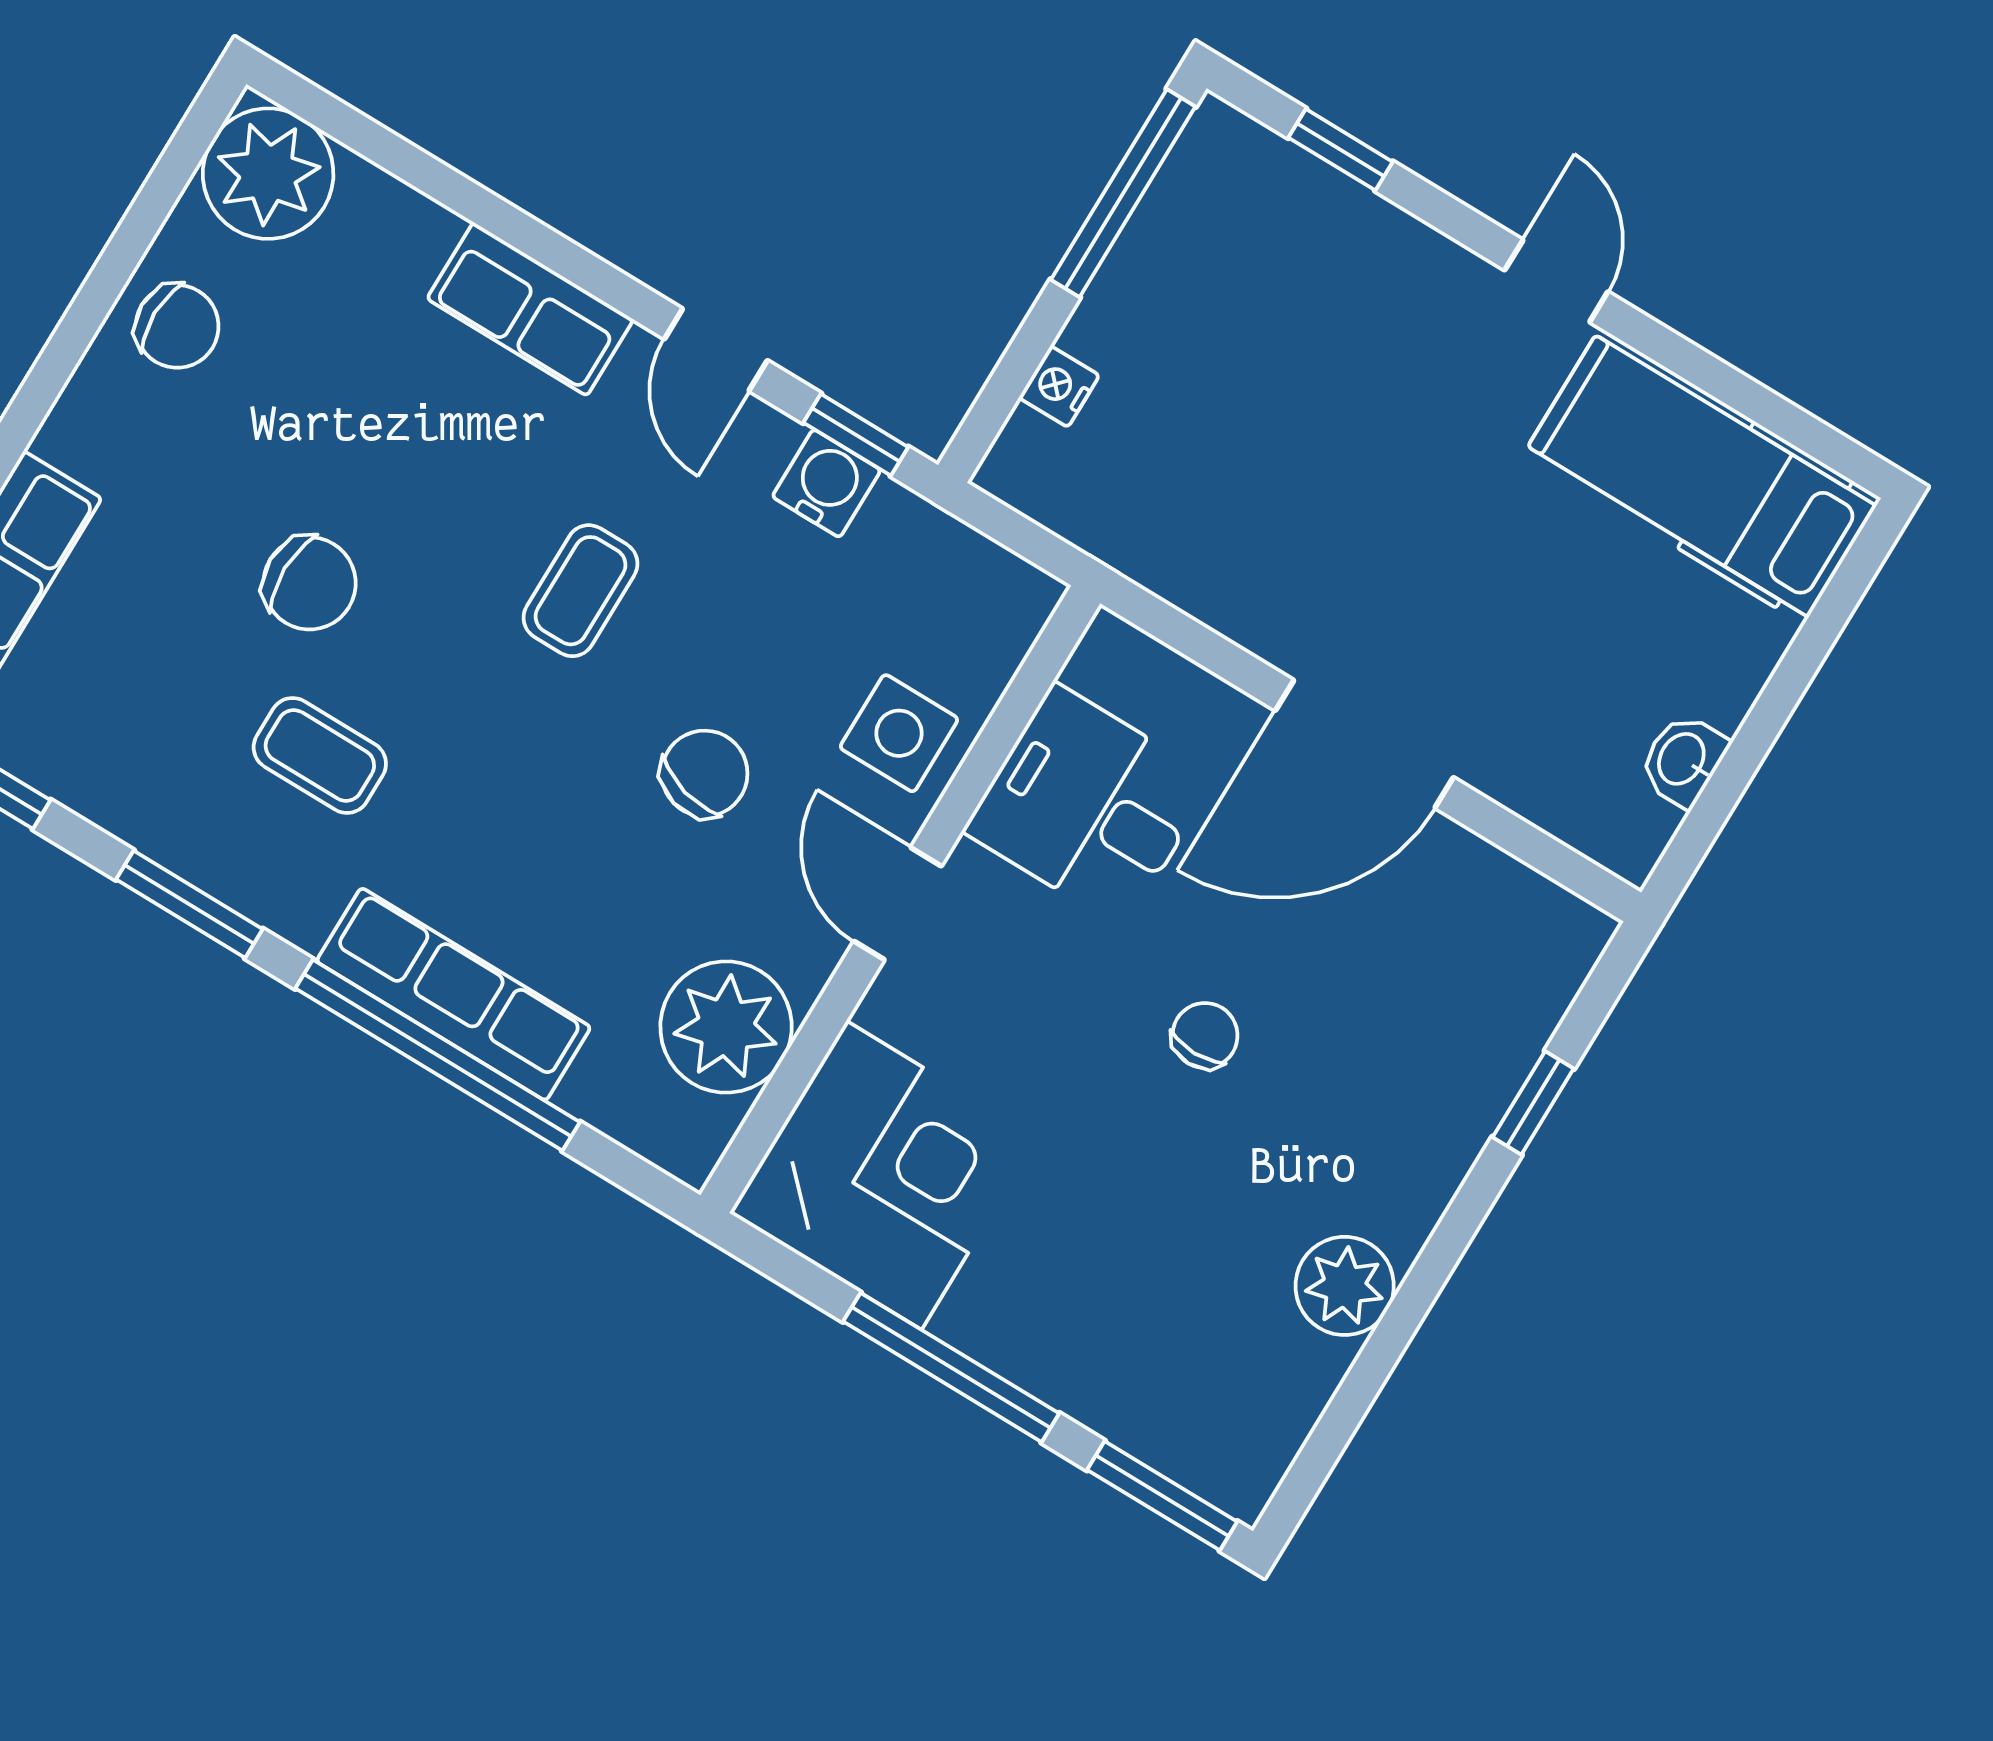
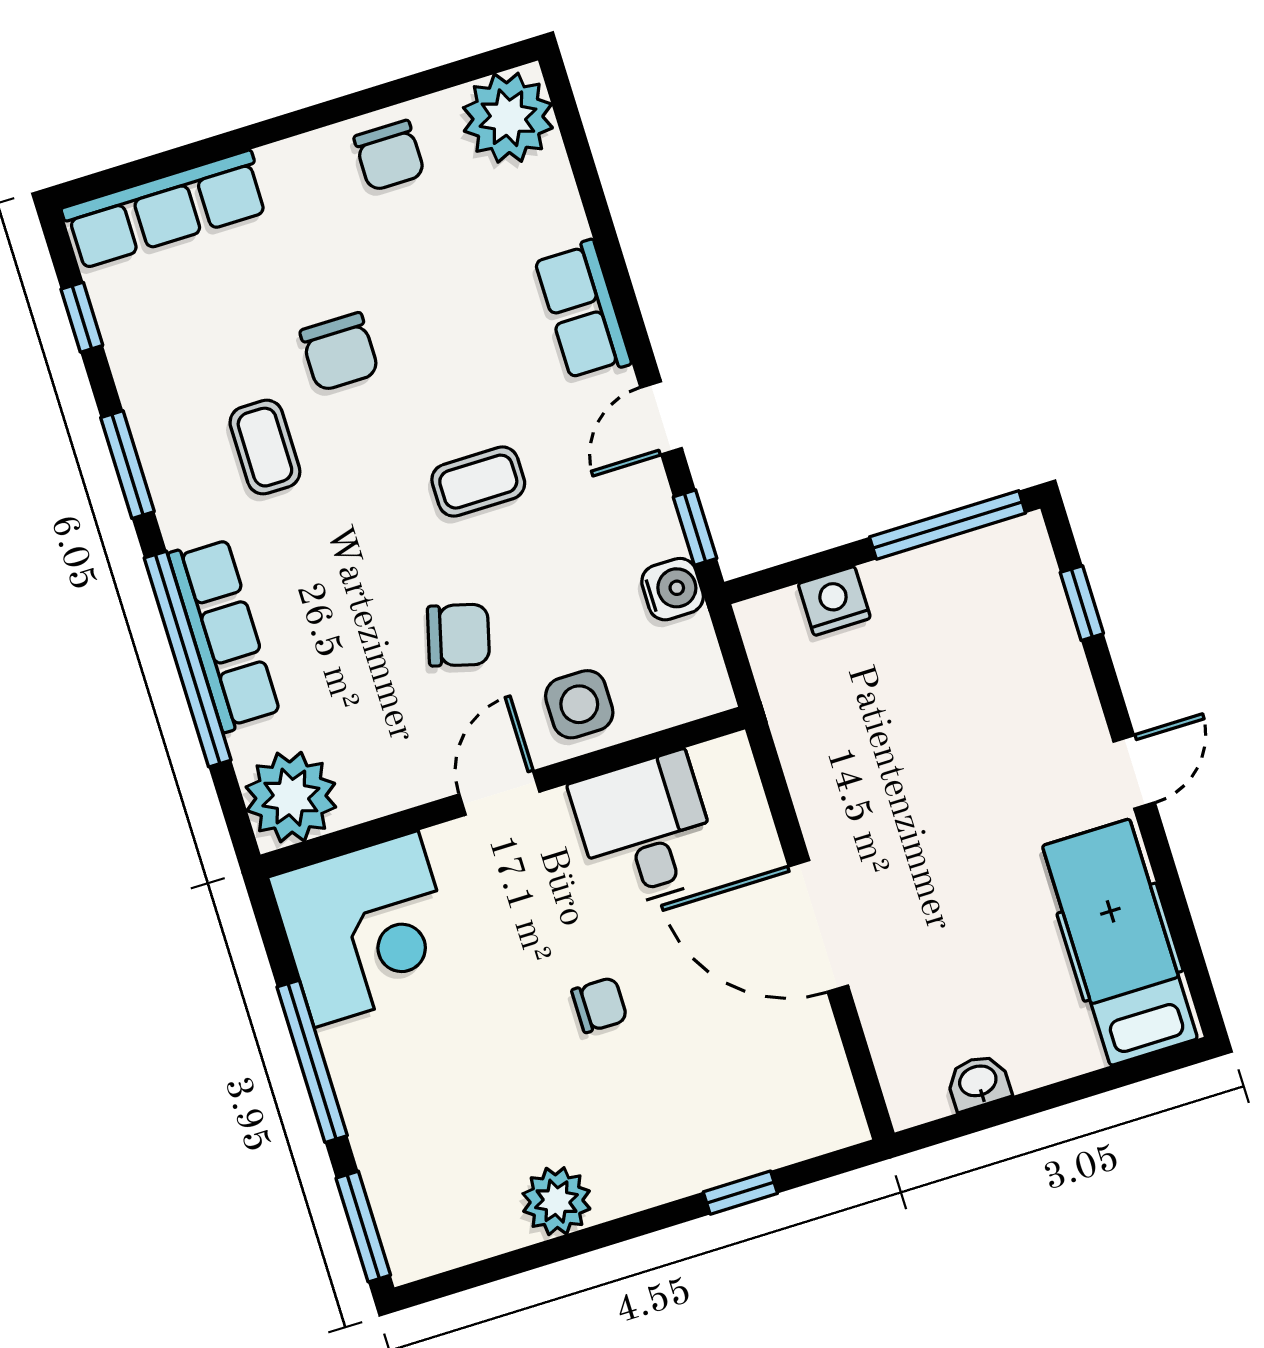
nightstand: (1059, 386) -> (834, 601), width x1.39, depth x1.35
water cooler: (826, 483) -> (673, 589), moved
plant: (726, 1027) -> (291, 797), moved

